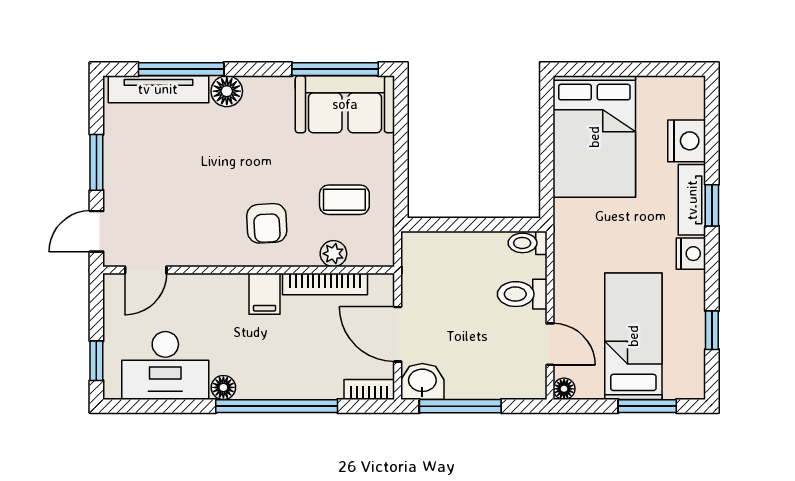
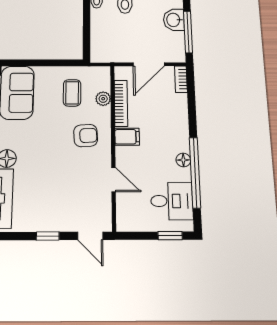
window: (96, 162) -> (48, 236), width x0.67
door: (146, 270) -> (114, 180), moved
desk: (165, 365) -> (172, 201), width x0.73
washbasin: (422, 381) -> (174, 20), moved
window: (277, 406) -> (195, 172), moved

